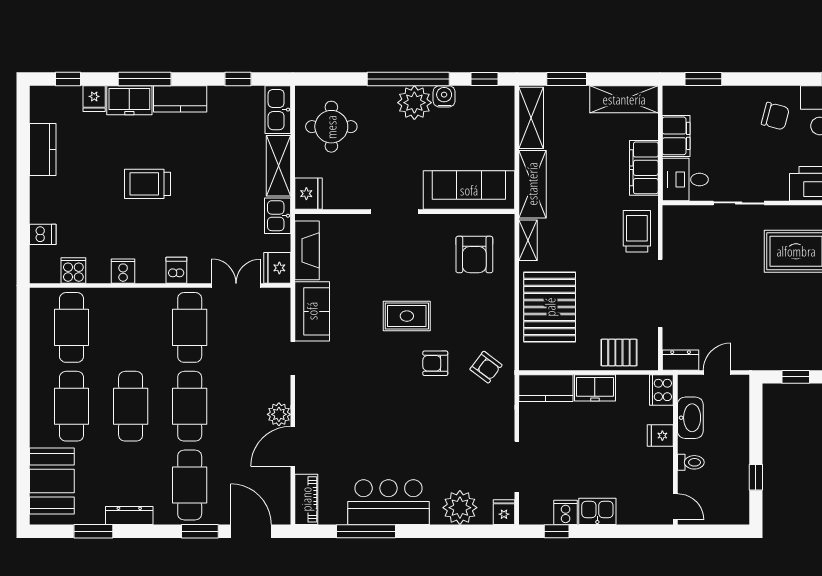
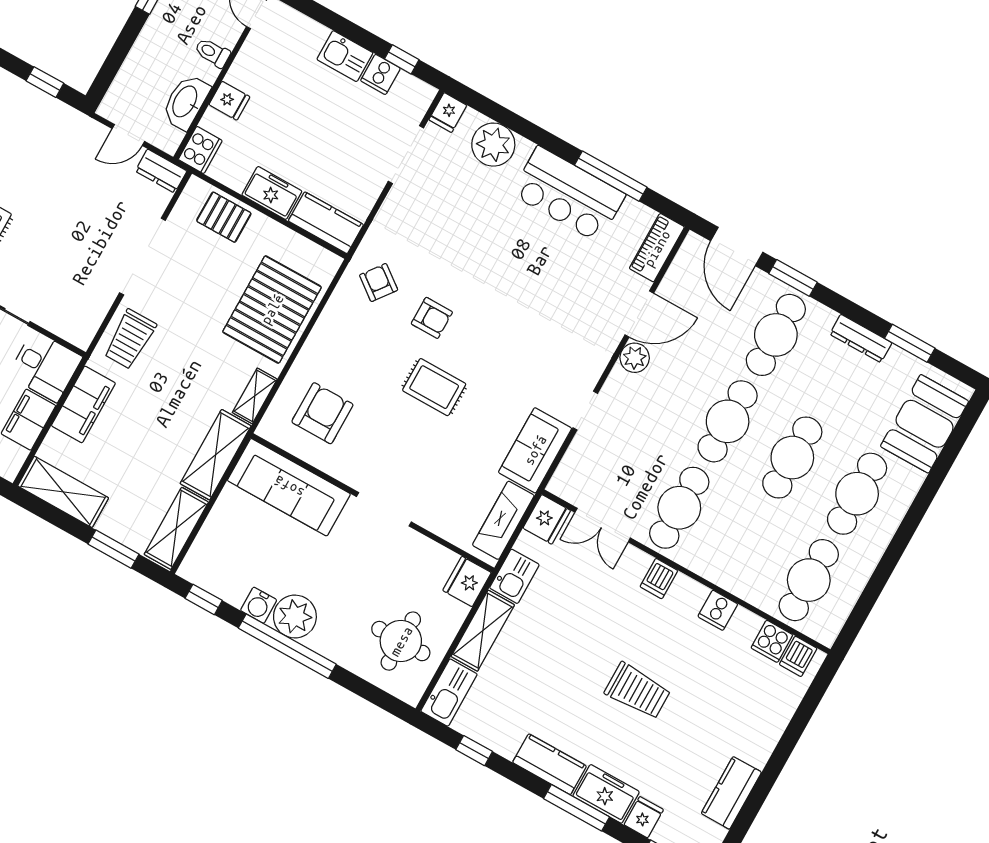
dishwasher: (43, 234) -> (798, 656), moved, turned -90

